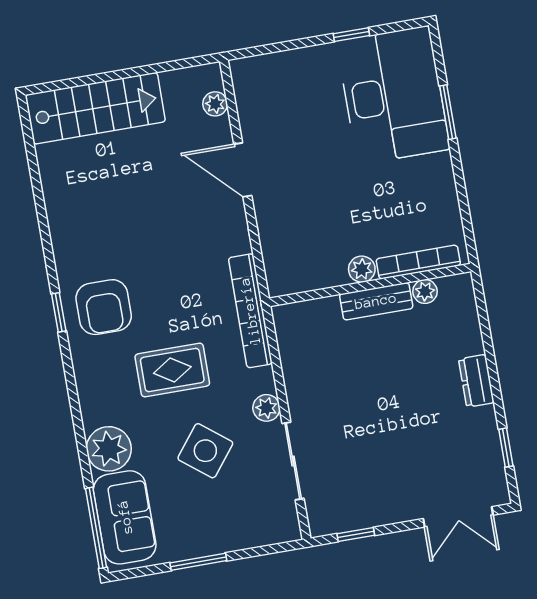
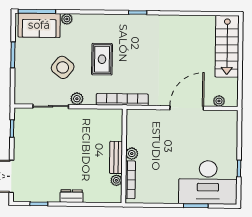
door: (243, 170) -> (187, 108), width x1.36
armchair: (104, 307) -> (136, 33), removed
plant: (109, 449) -> (67, 19), width x0.53, depth x0.53

